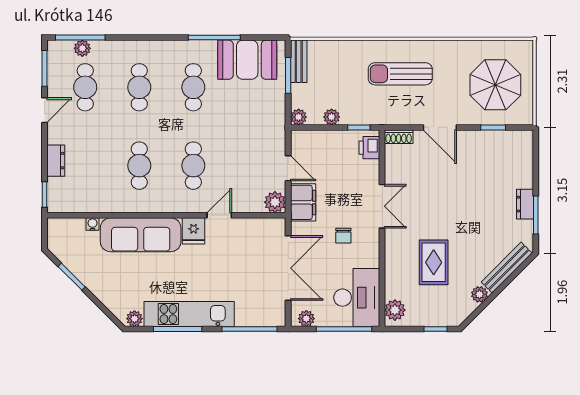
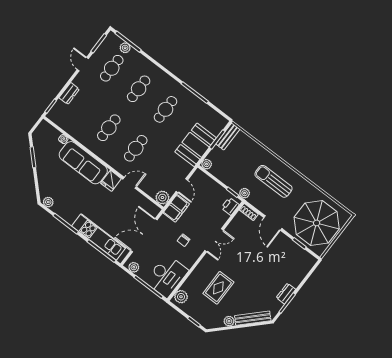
booth: (247, 60) -> (196, 145), moved, turned 90
parasol: (495, 85) -> (317, 223), width x1.36, depth x1.36
door: (45, 110) -> (83, 64), swing flipped
plant: (332, 117) -> (245, 193), moved
double door: (288, 268) -> (144, 235), swing flipped
kitchen unit: (189, 314) -> (99, 237), moved

